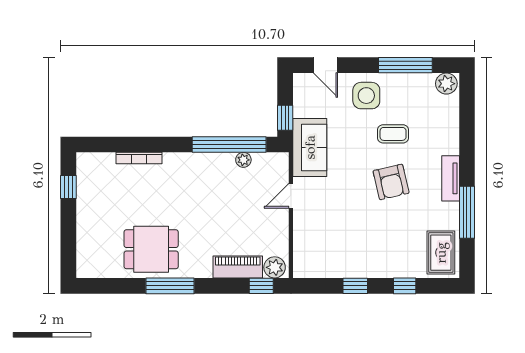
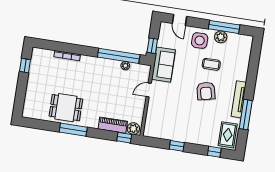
plant: (446, 84) -> (221, 37), moved
tv unit: (451, 178) -> (239, 99), width x1.41
window: (405, 286) -> (214, 152), moved

